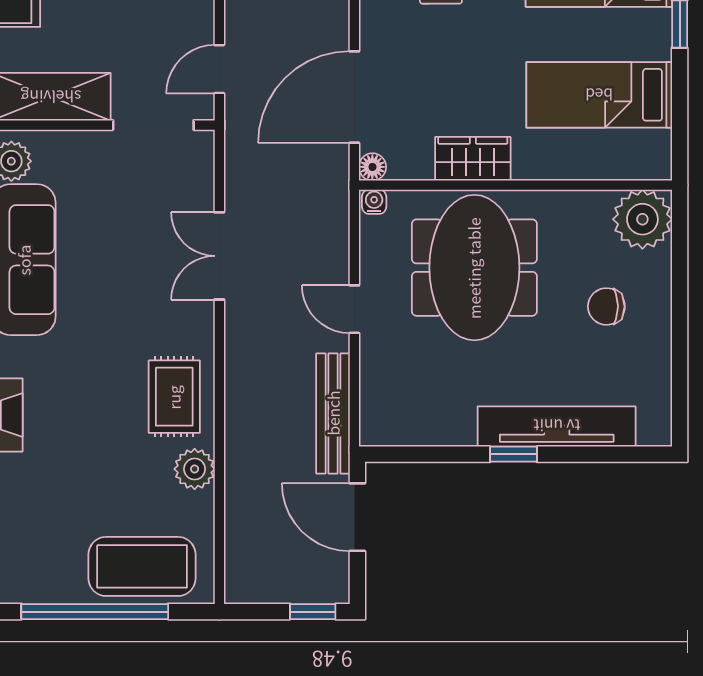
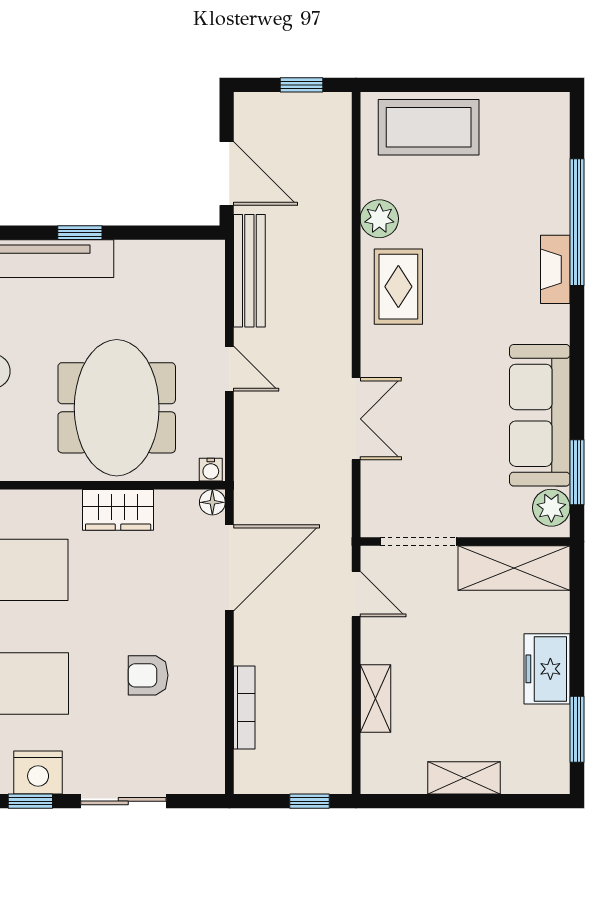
door: (219, 69) -> (356, 594), hinge flipped
window: (95, 612) -> (473, 85), removed
window: (313, 612) -> (301, 85), moved

